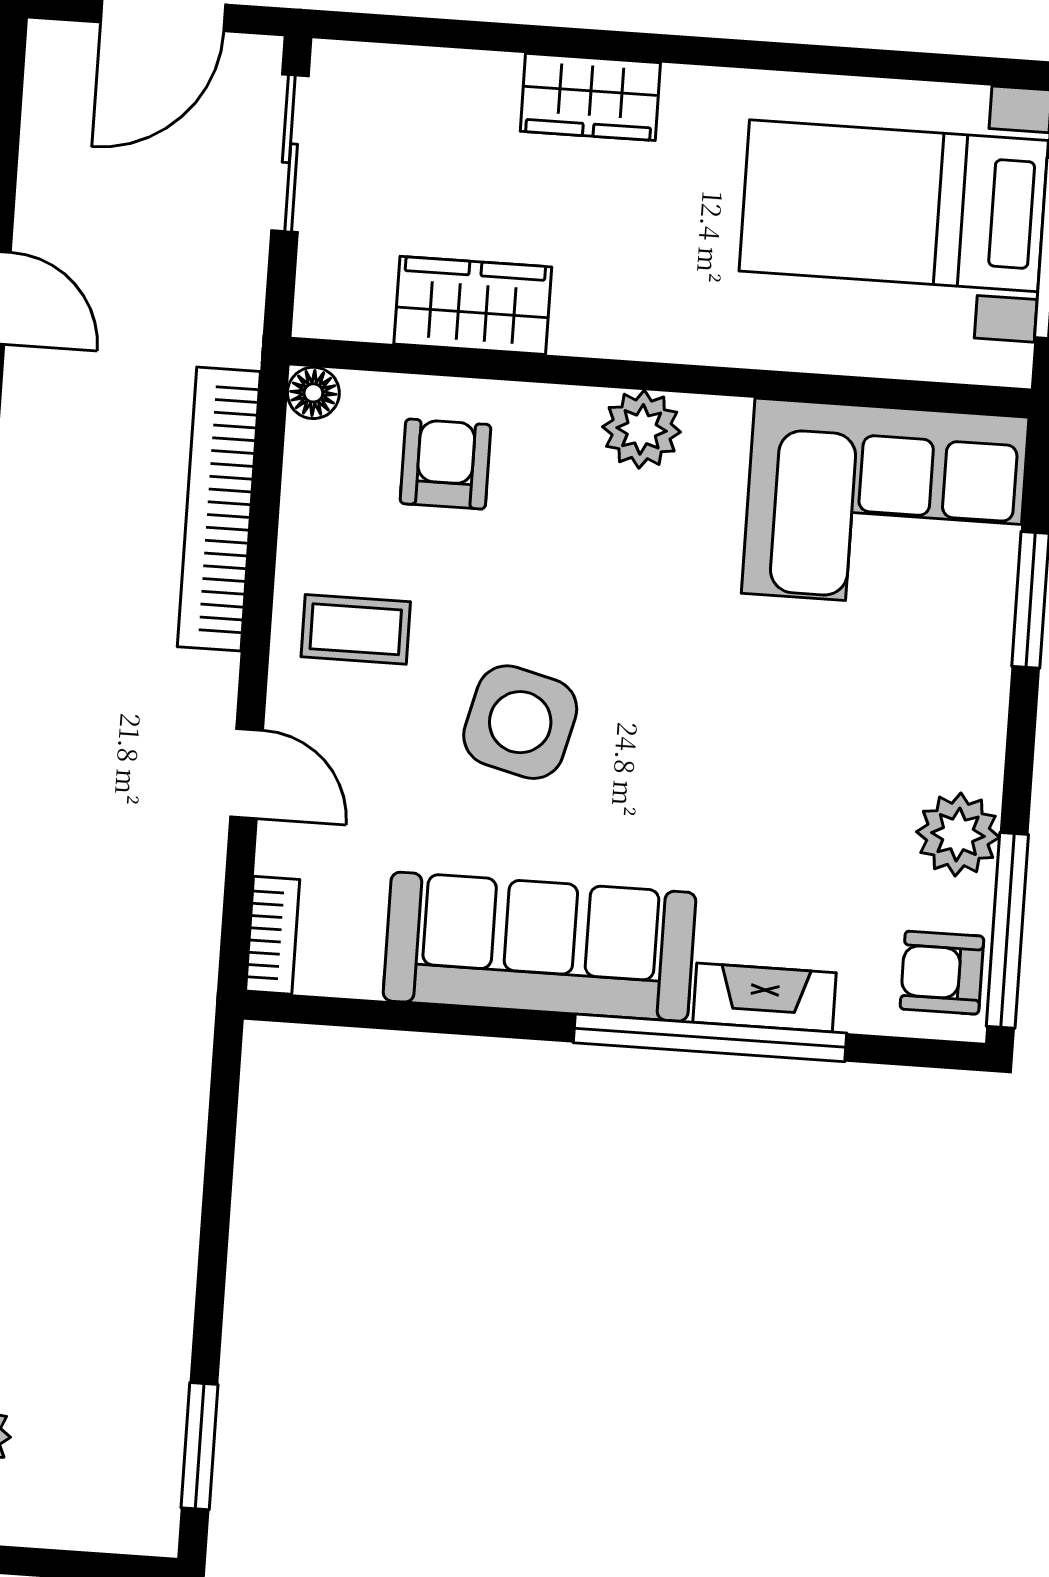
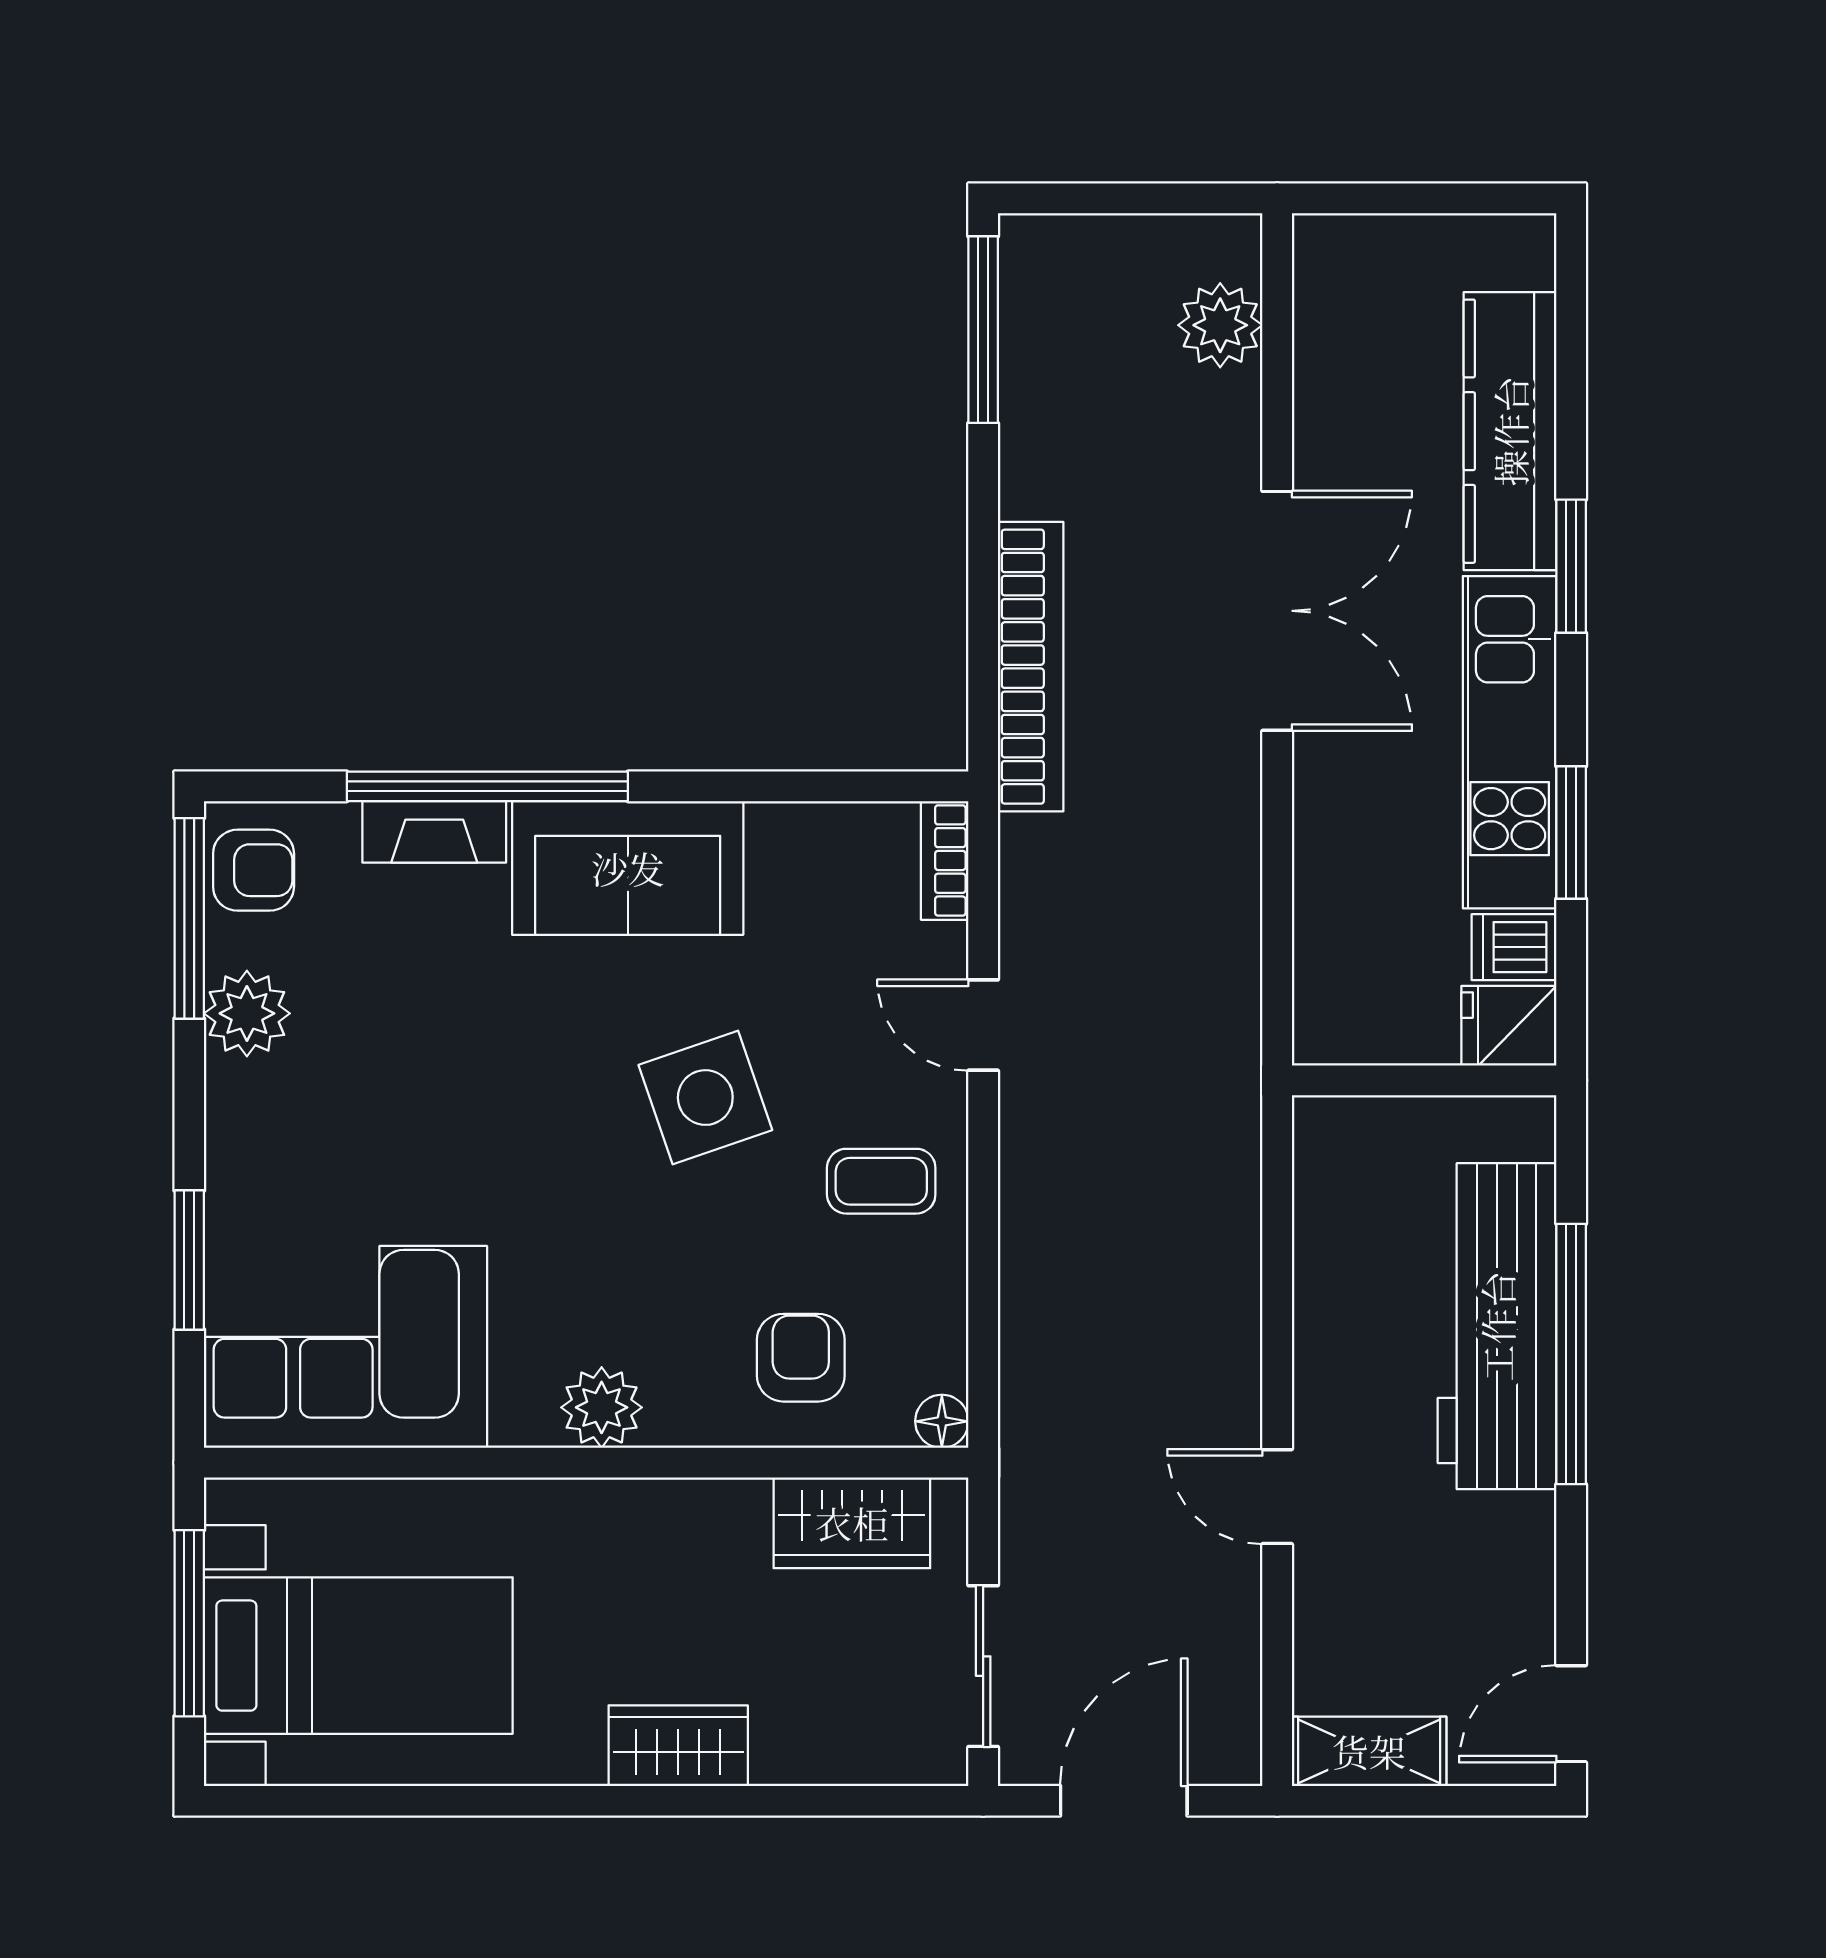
wardrobe: (473, 305) -> (852, 1523), moved
armchair: (445, 464) -> (801, 1358), turned 180
bookcase: (219, 509) -> (1031, 667), moved
side table: (520, 722) -> (705, 1098), turned -33
sofa: (539, 947) -> (628, 868), width x0.73
window: (200, 1446) -> (983, 330), width x1.44

